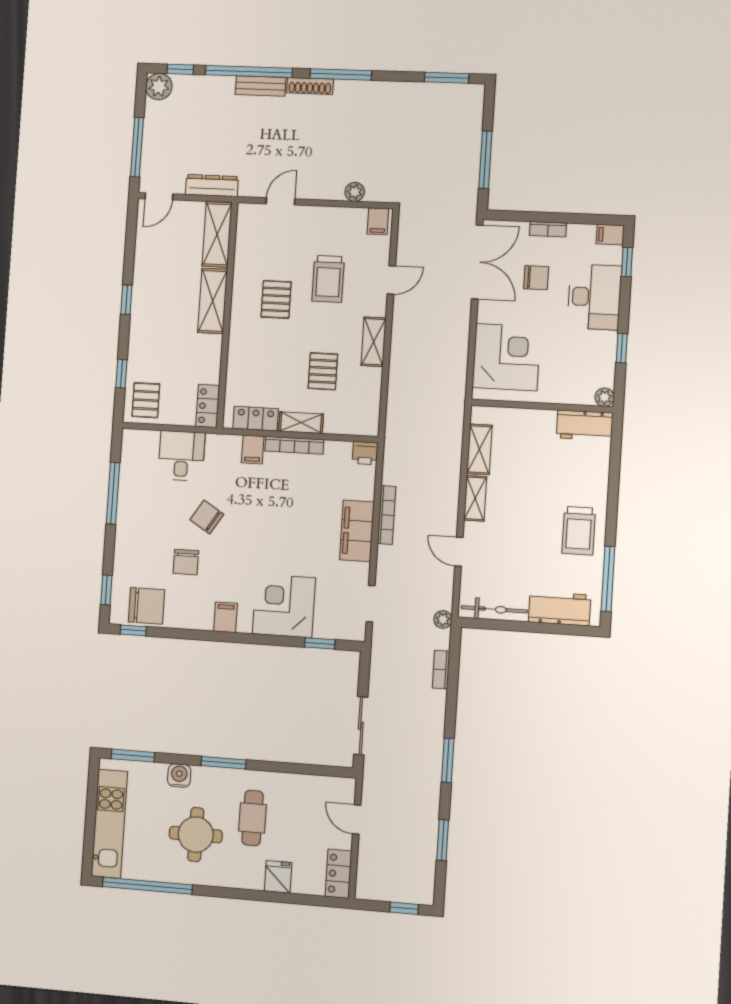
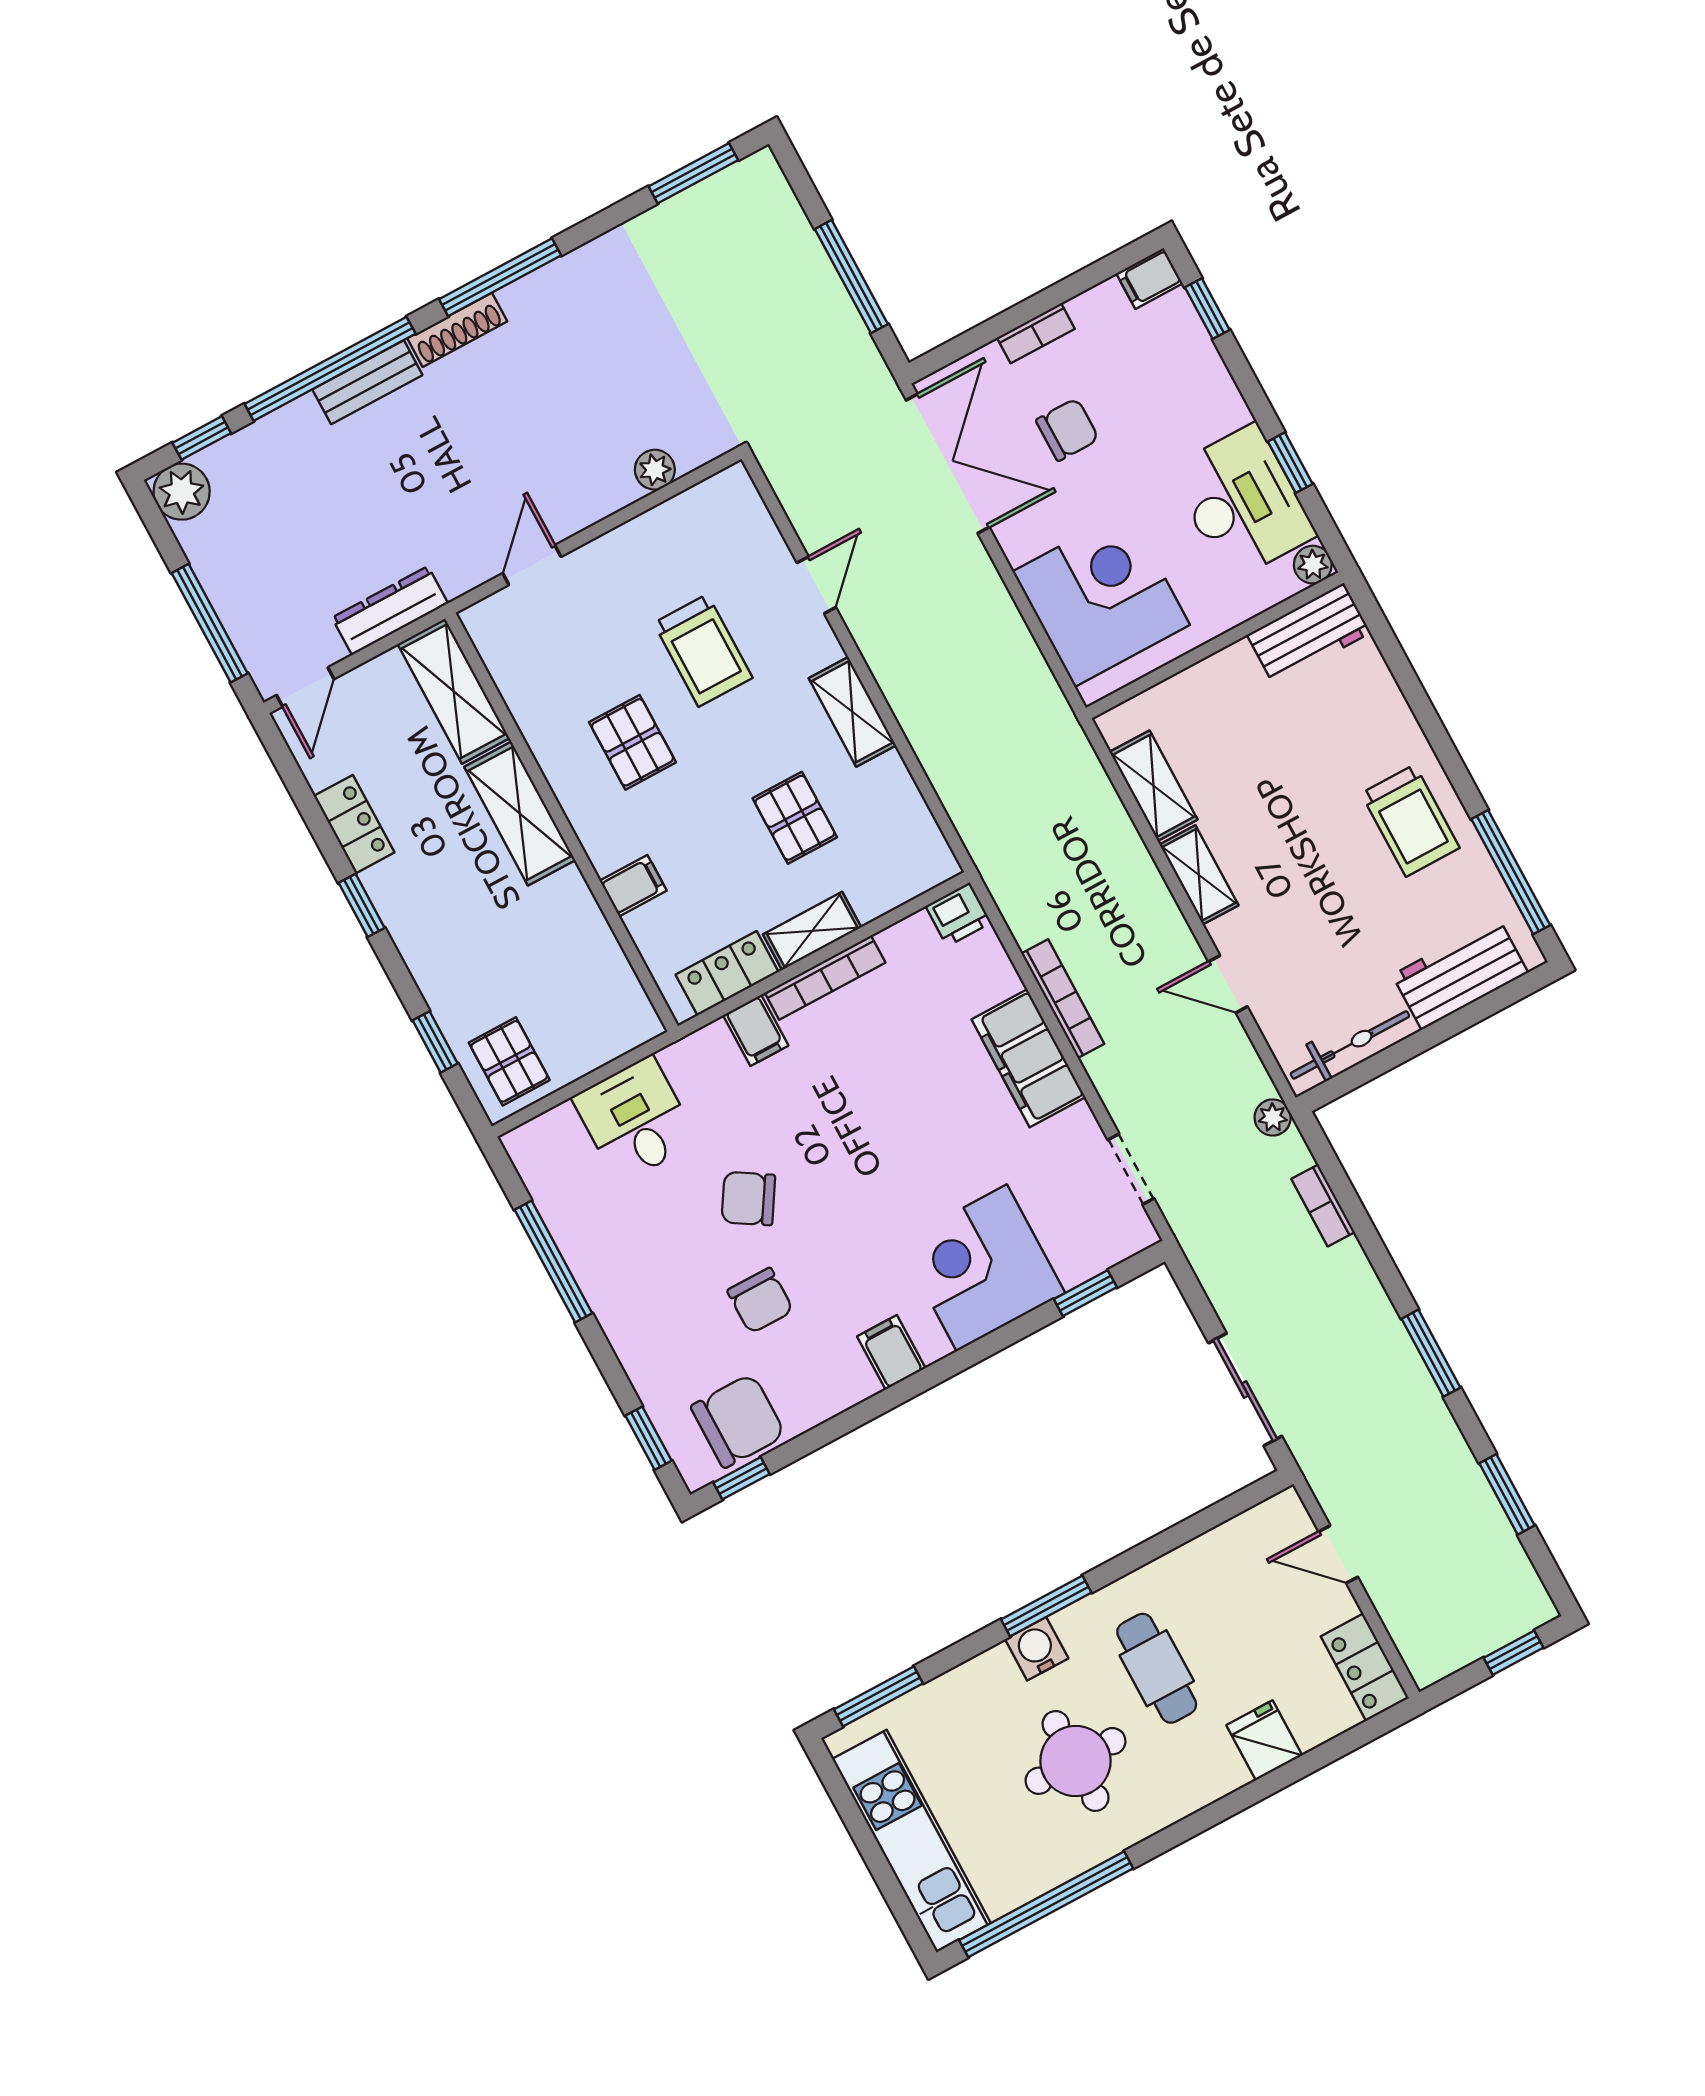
filing cabinet: (378, 221) -> (633, 886), moved, turned -90
desk: (594, 297) -> (1242, 502), moved
locker: (208, 406) -> (354, 824), moved, turned 180
water cooler: (179, 776) -> (1037, 1649), moved

